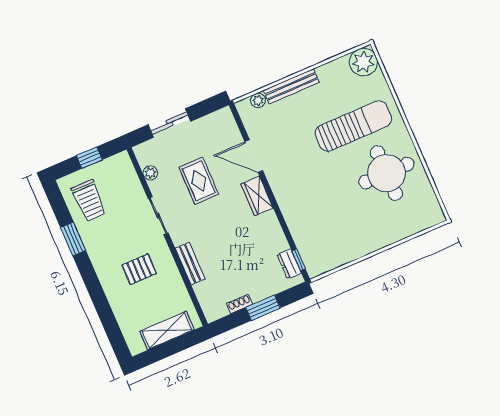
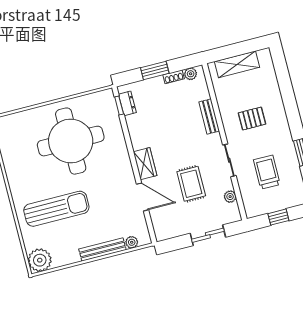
sun lounger: (353, 126) -> (56, 209), turned 180
round table: (386, 173) -> (71, 141), moved, width x1.36, depth x1.36
trolley: (89, 201) -> (267, 172), moved
plant: (220, 311) -> (191, 74), added

